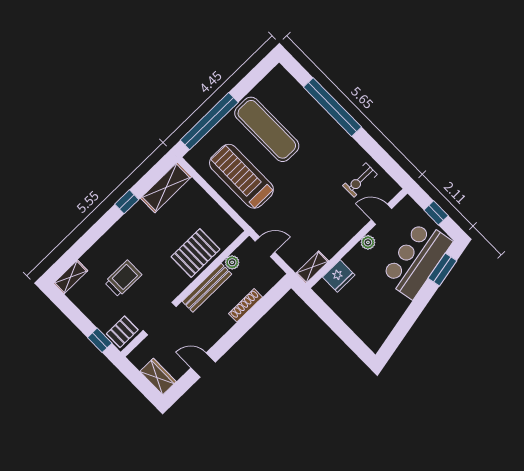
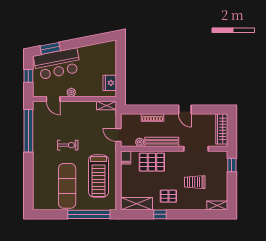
window: (332, 107) -> (28, 131), moved
exercise bike: (360, 180) -> (68, 145), moved
filing cabinet: (231, 229) -> (126, 157), added
fridge: (339, 276) -> (110, 83), moved, turned -90
pallet: (122, 332) -> (168, 196), moved
door: (203, 365) -> (185, 109), moved
wardrobe: (158, 376) -> (222, 129), width x1.50

